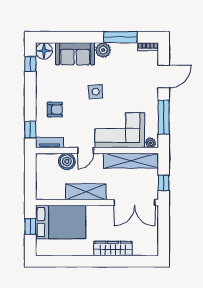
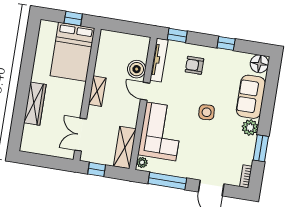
window: (120, 37) -> (261, 148), width x0.69
window: (30, 64) -> (226, 43), moved
armchair: (55, 110) -> (194, 65), turned 90
tv unit: (50, 143) -> (159, 60), width x1.41
shelving: (131, 161) -> (125, 147), width x0.68
shelving: (86, 192) -> (97, 91), width x0.67, depth x0.75
double door: (134, 203) -> (81, 135), width x0.73

